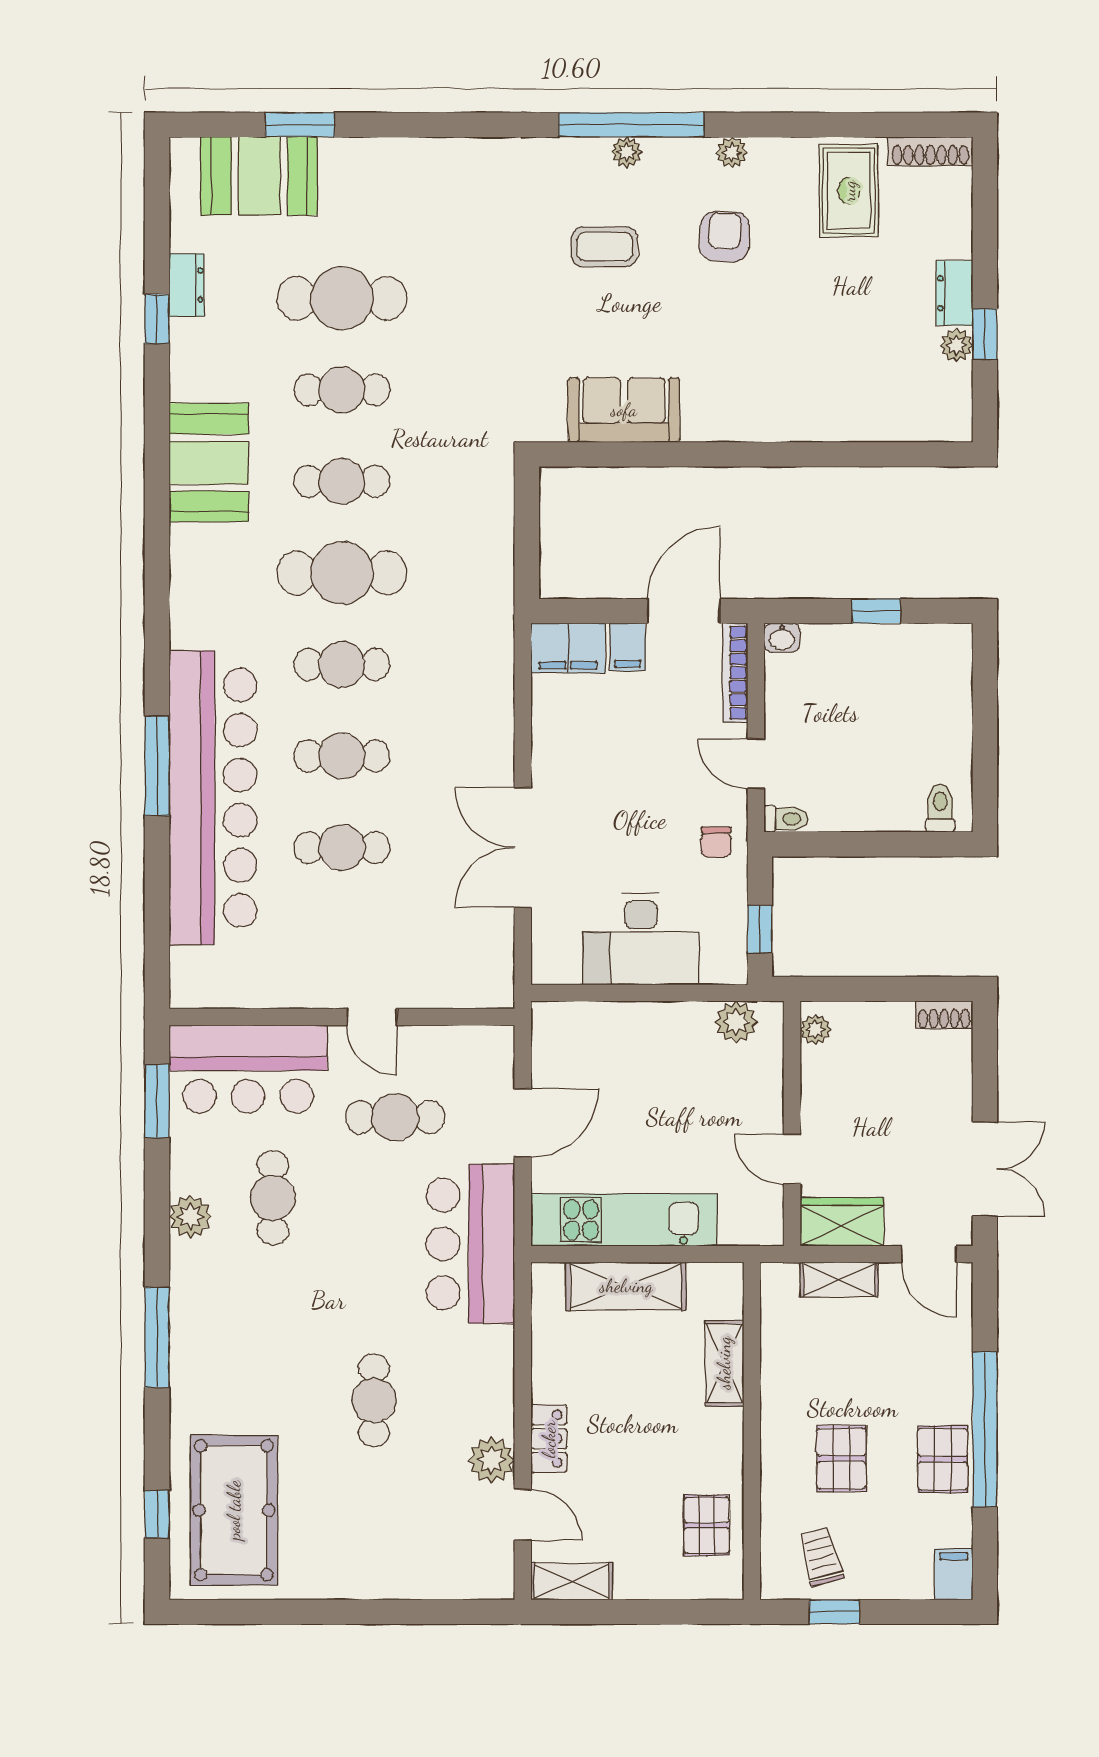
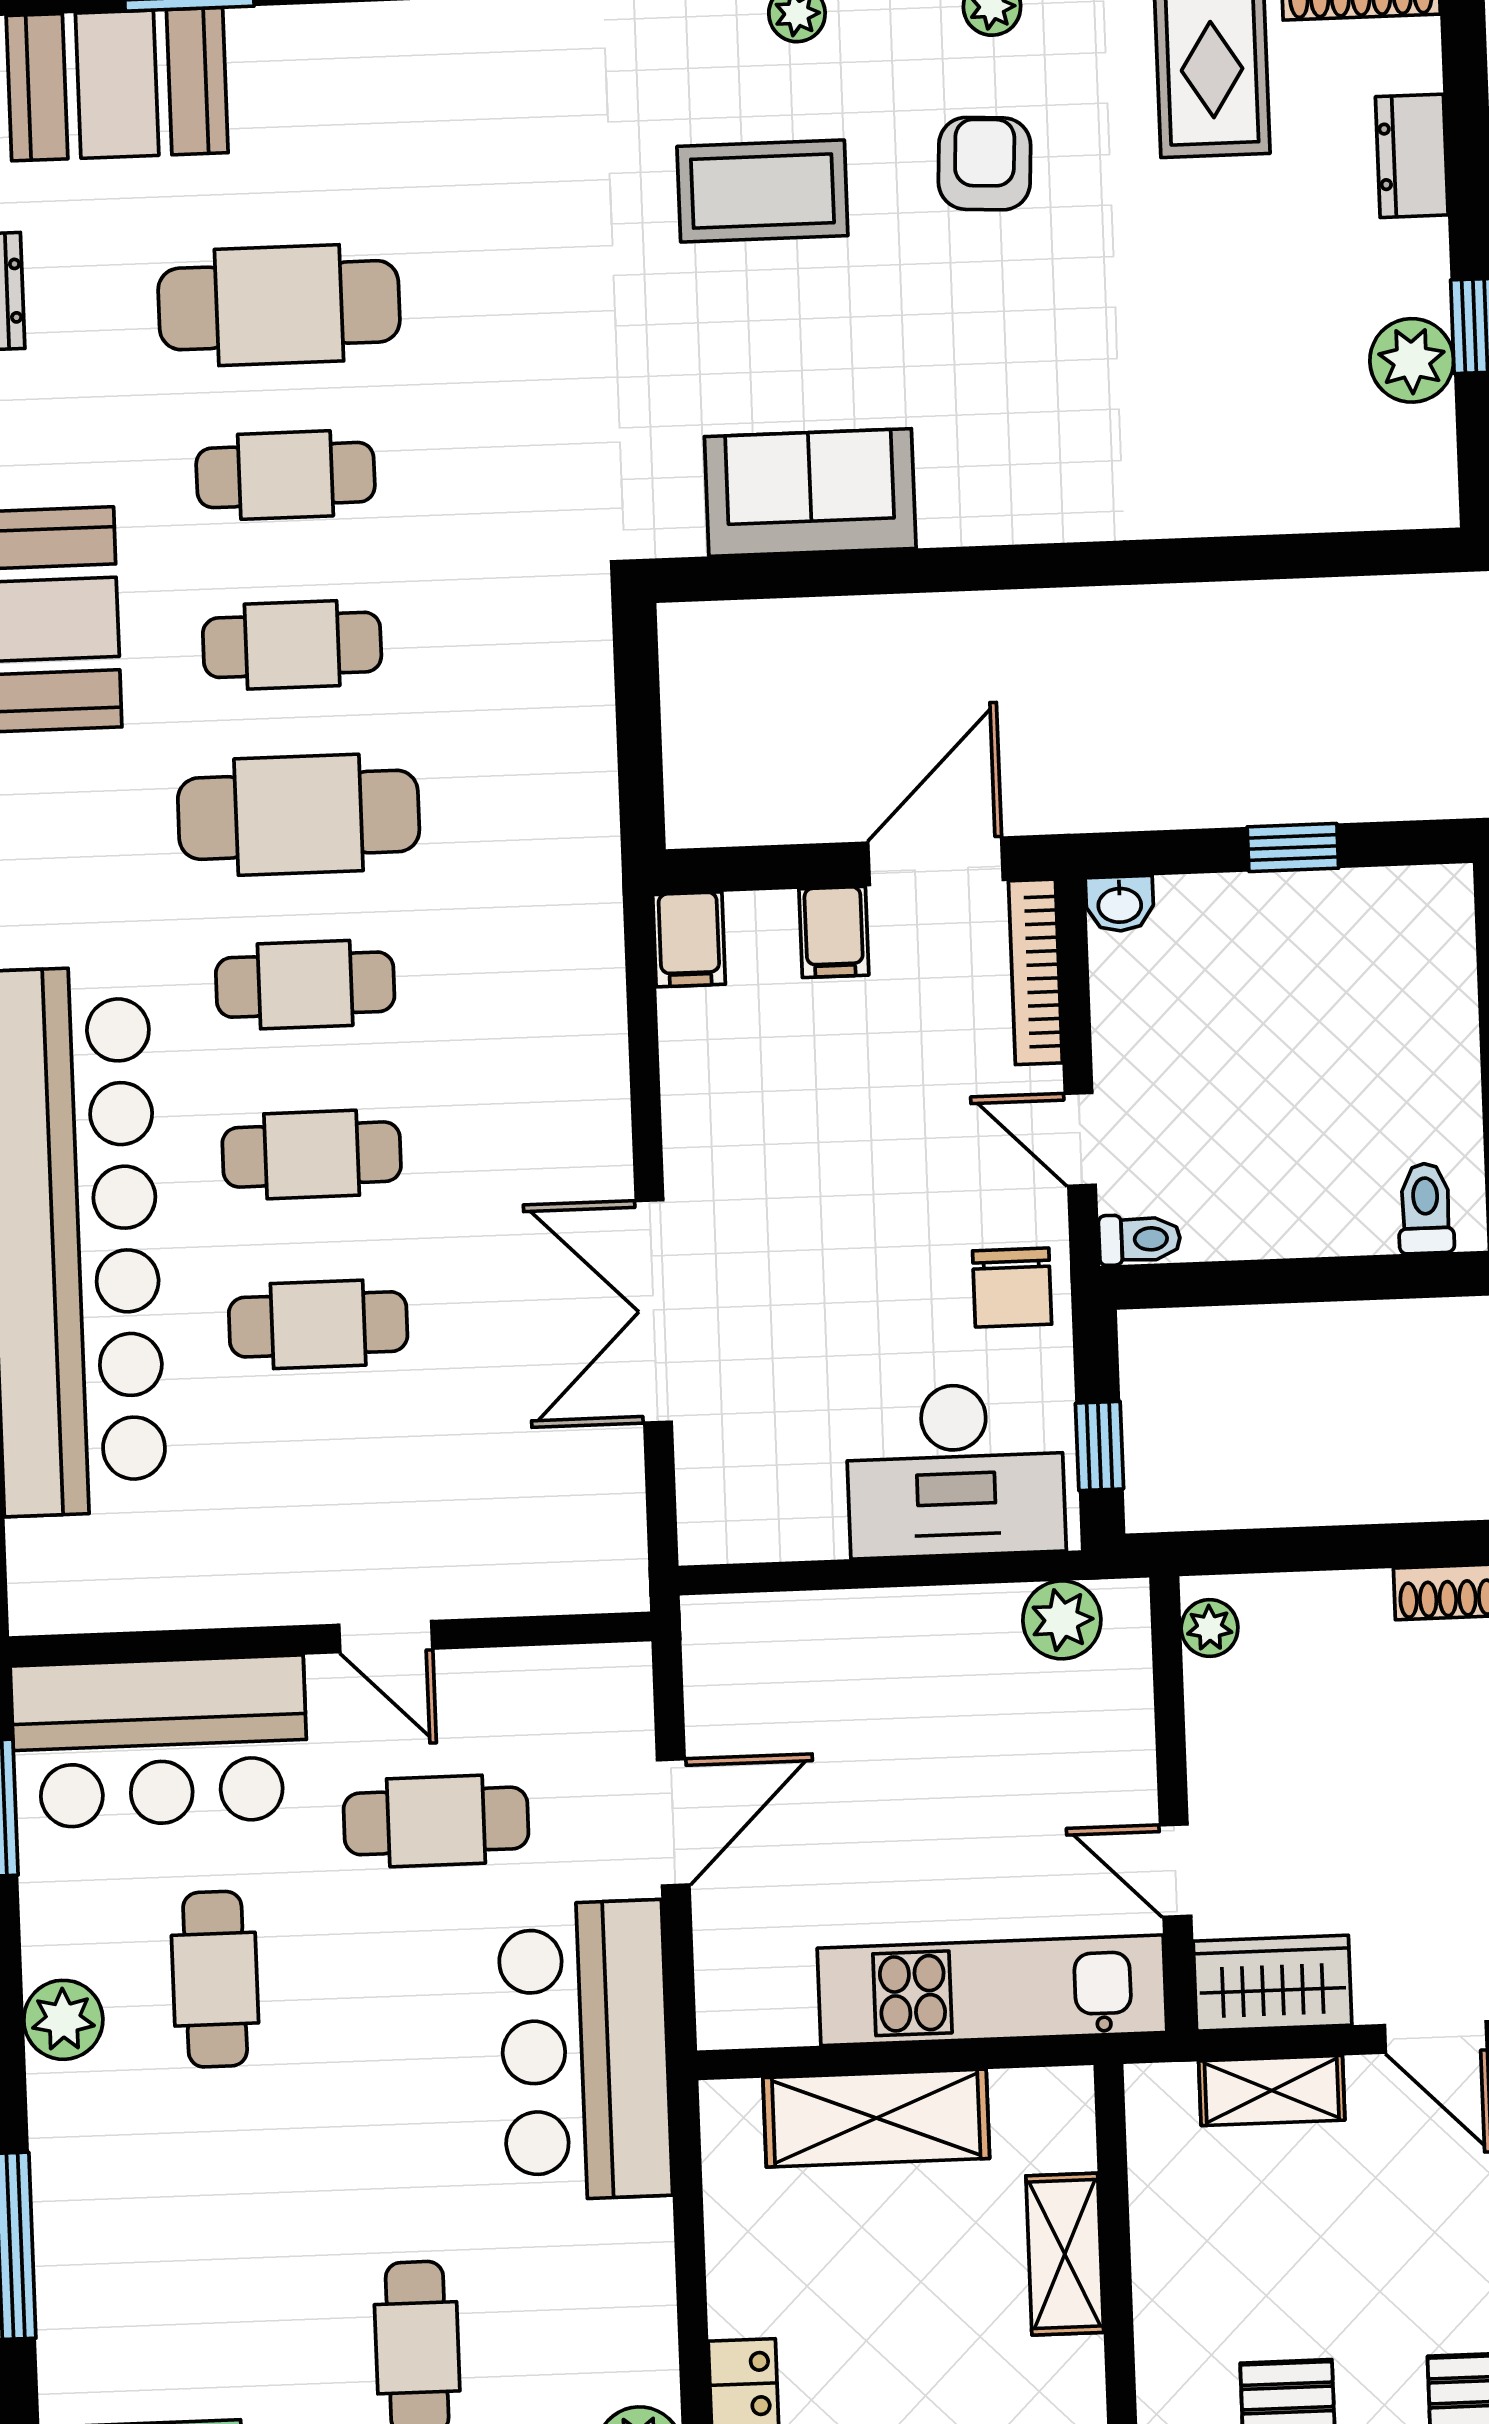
coffee table: (604, 247) -> (762, 191), width x1.36, depth x1.30
dresser: (955, 293) -> (1412, 156), moved
plant: (956, 345) -> (1412, 360), width x1.38, depth x1.38
filing cabinet: (568, 648) -> (689, 939), width x0.50
chair: (716, 842) -> (1012, 1288), width x1.37, depth x1.37
desk: (641, 939) -> (955, 1470), moved
kitchen unit: (624, 1220) -> (992, 1990), moved

